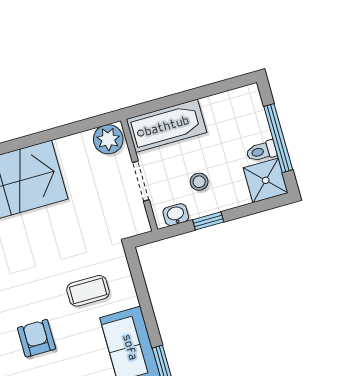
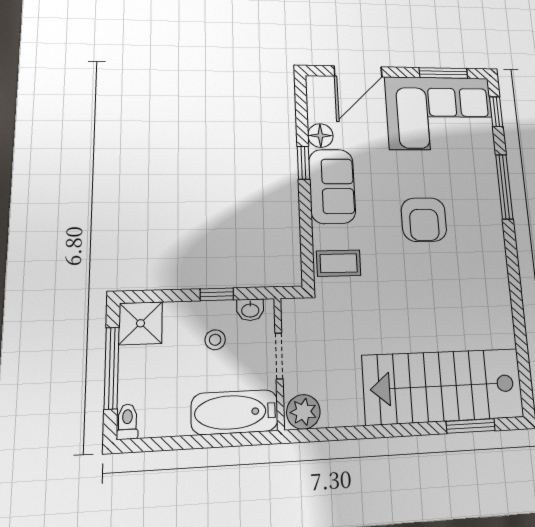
toilet: (262, 151) -> (127, 422), moved, turned -90
coffee table: (88, 291) -> (339, 263), moved
armchair: (36, 338) -> (424, 220), width x1.38, depth x1.38

